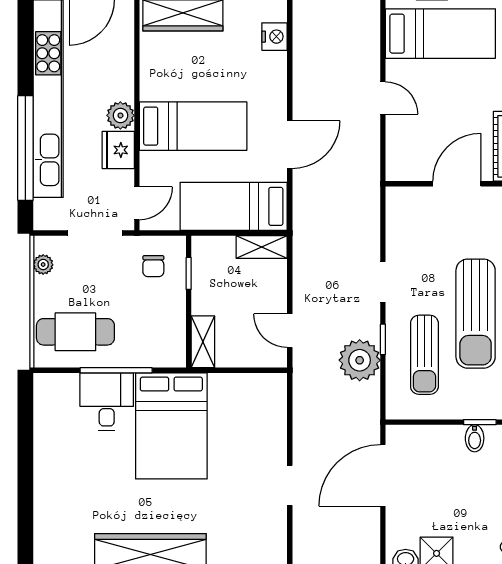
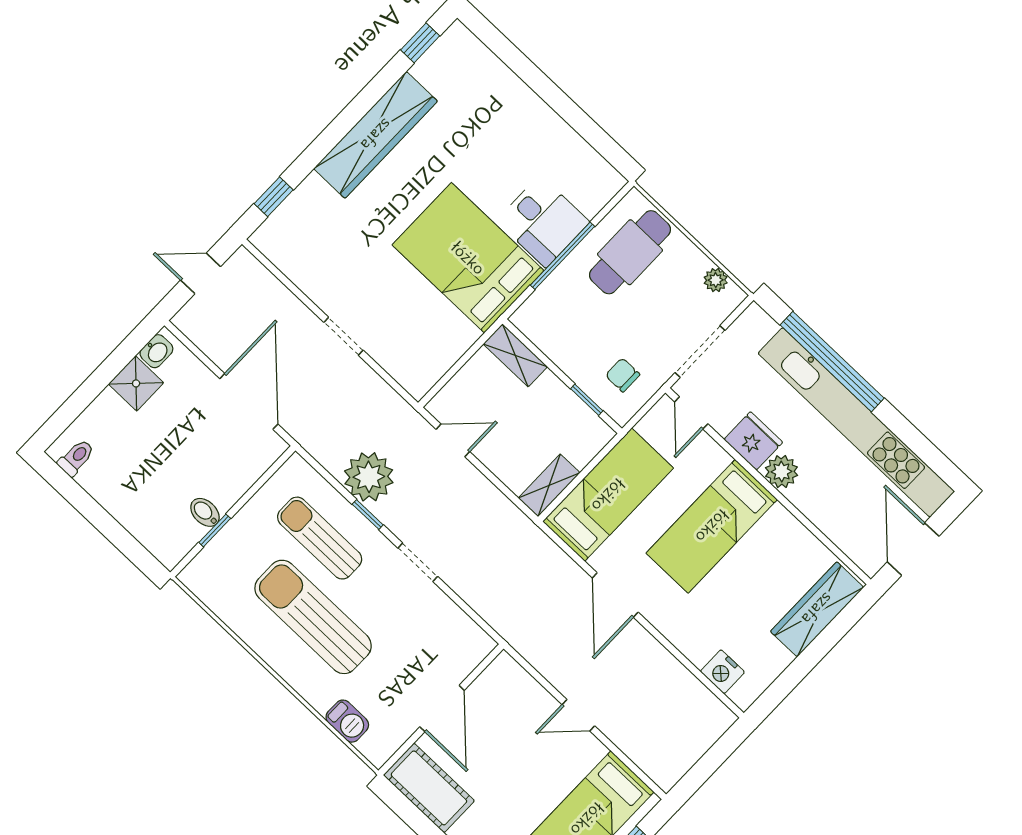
doorway: (290, 485) -> (343, 336), moved

